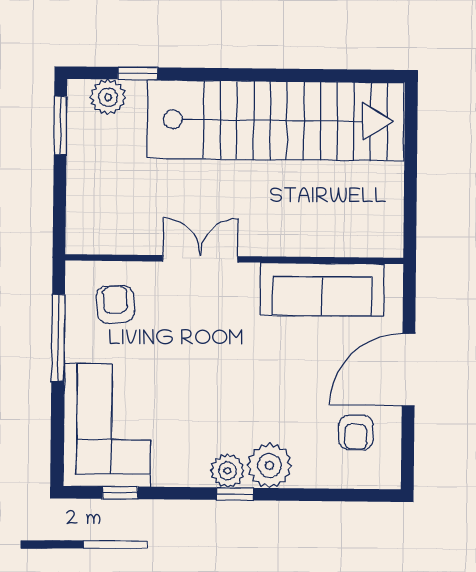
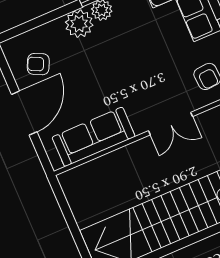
armchair: (356, 433) -> (38, 64), turned -65

